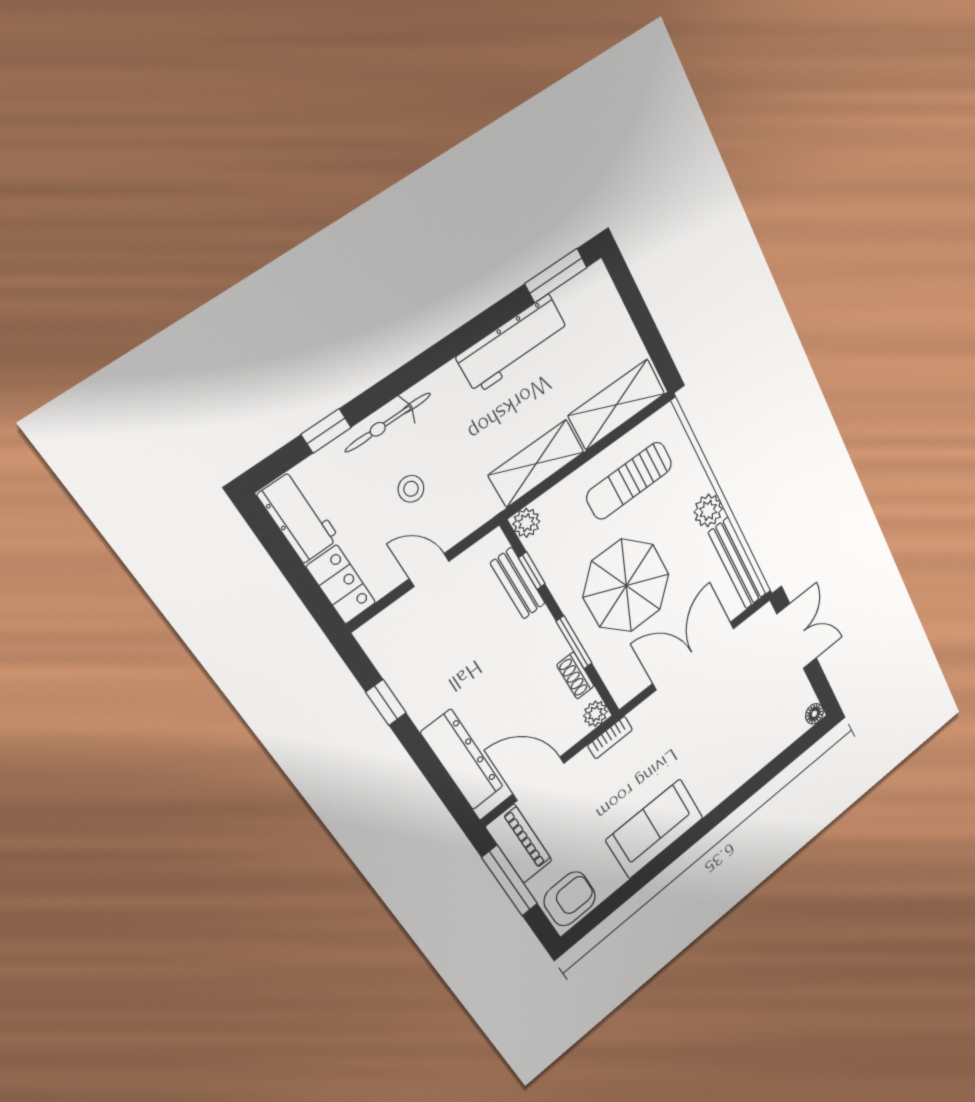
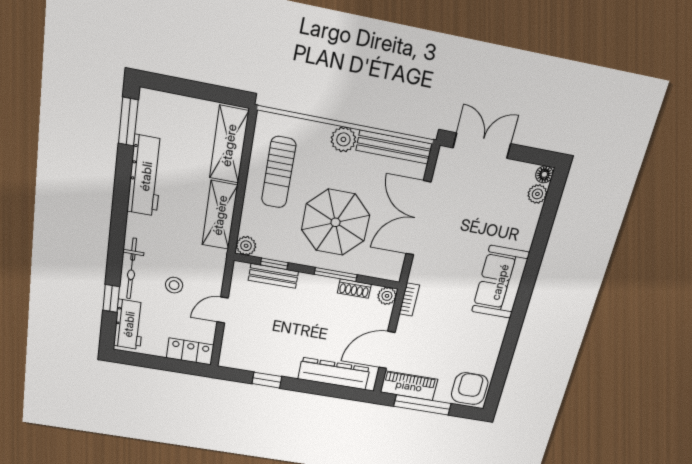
workbench: (299, 517) -> (129, 324), moved, turned 90
plant: (795, 728) -> (537, 194), added
sofa: (655, 829) -> (500, 282), moved

